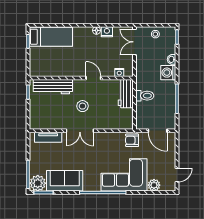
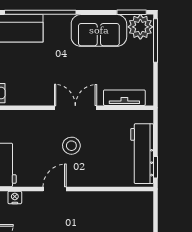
door: (93, 78) -> (55, 189), swing flipped
workbench: (53, 87) -> (142, 154), moved, turned -90

